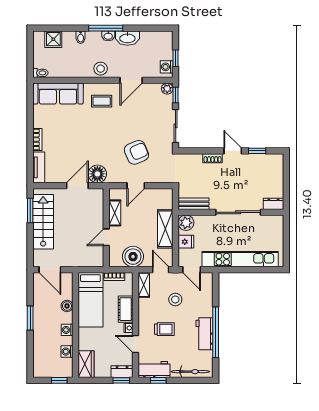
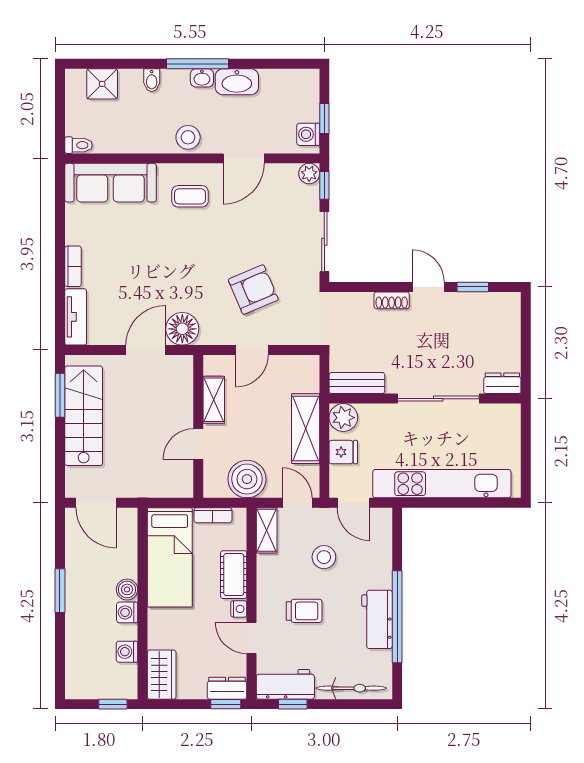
boiler: (67, 306) -> (127, 589), moved

